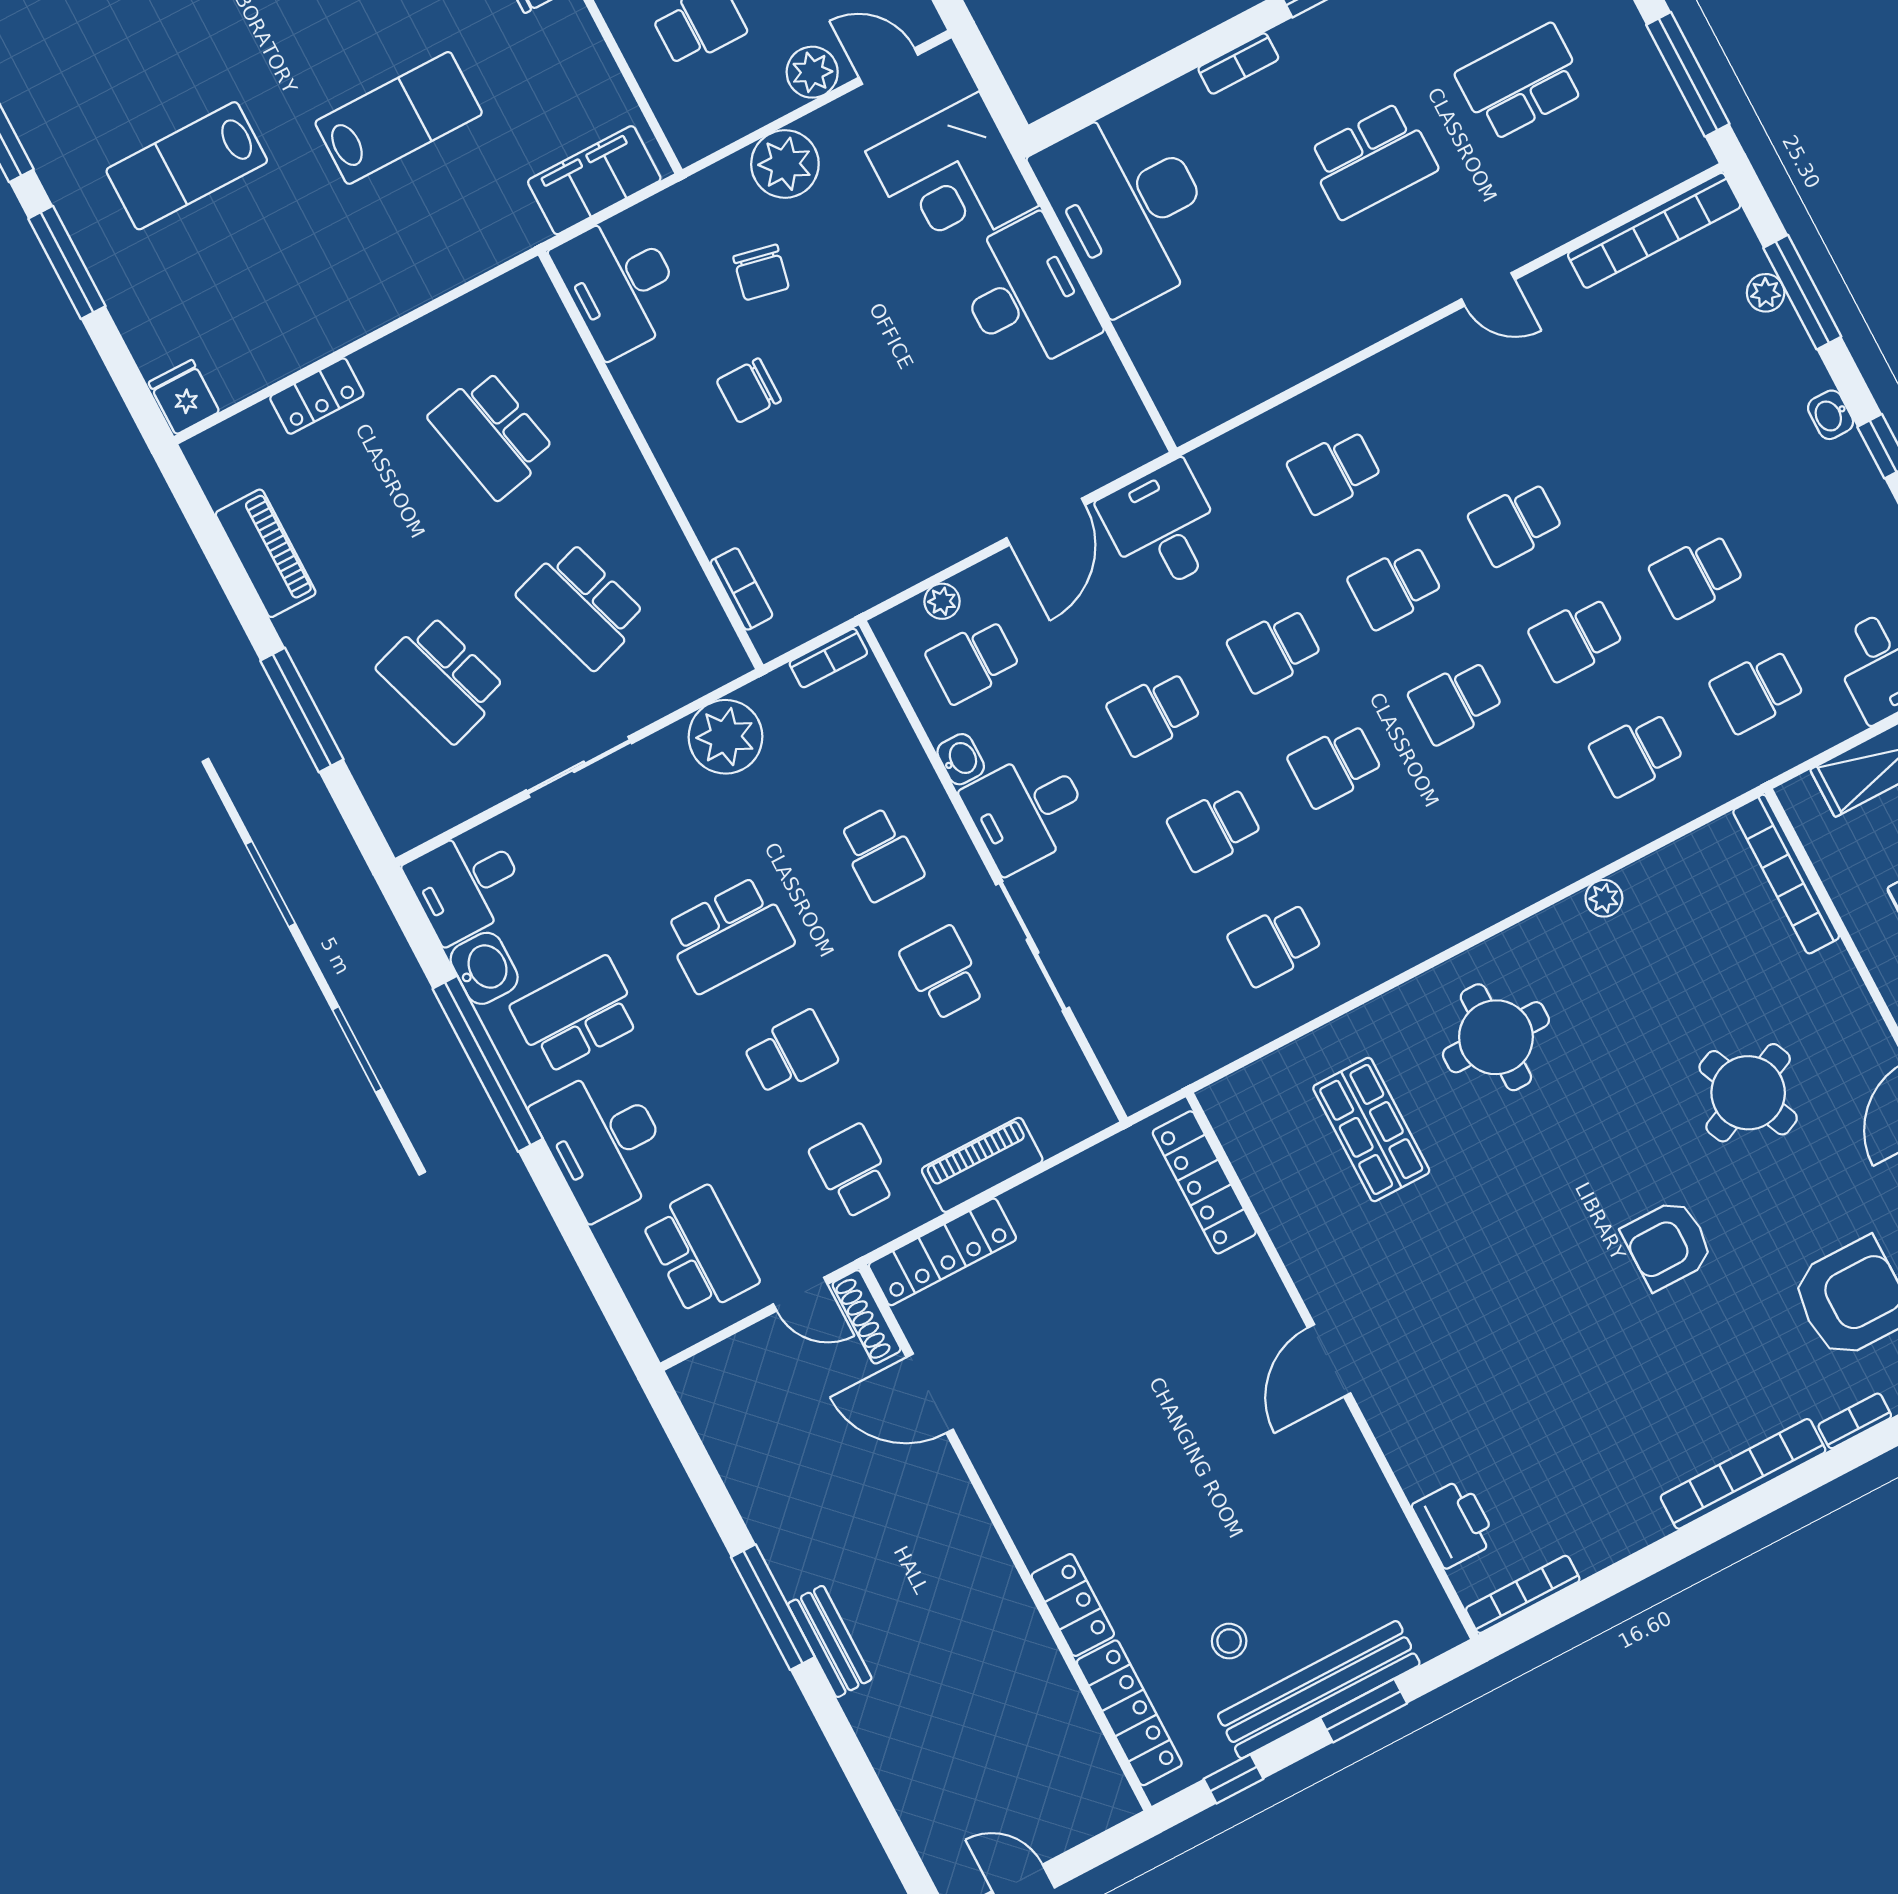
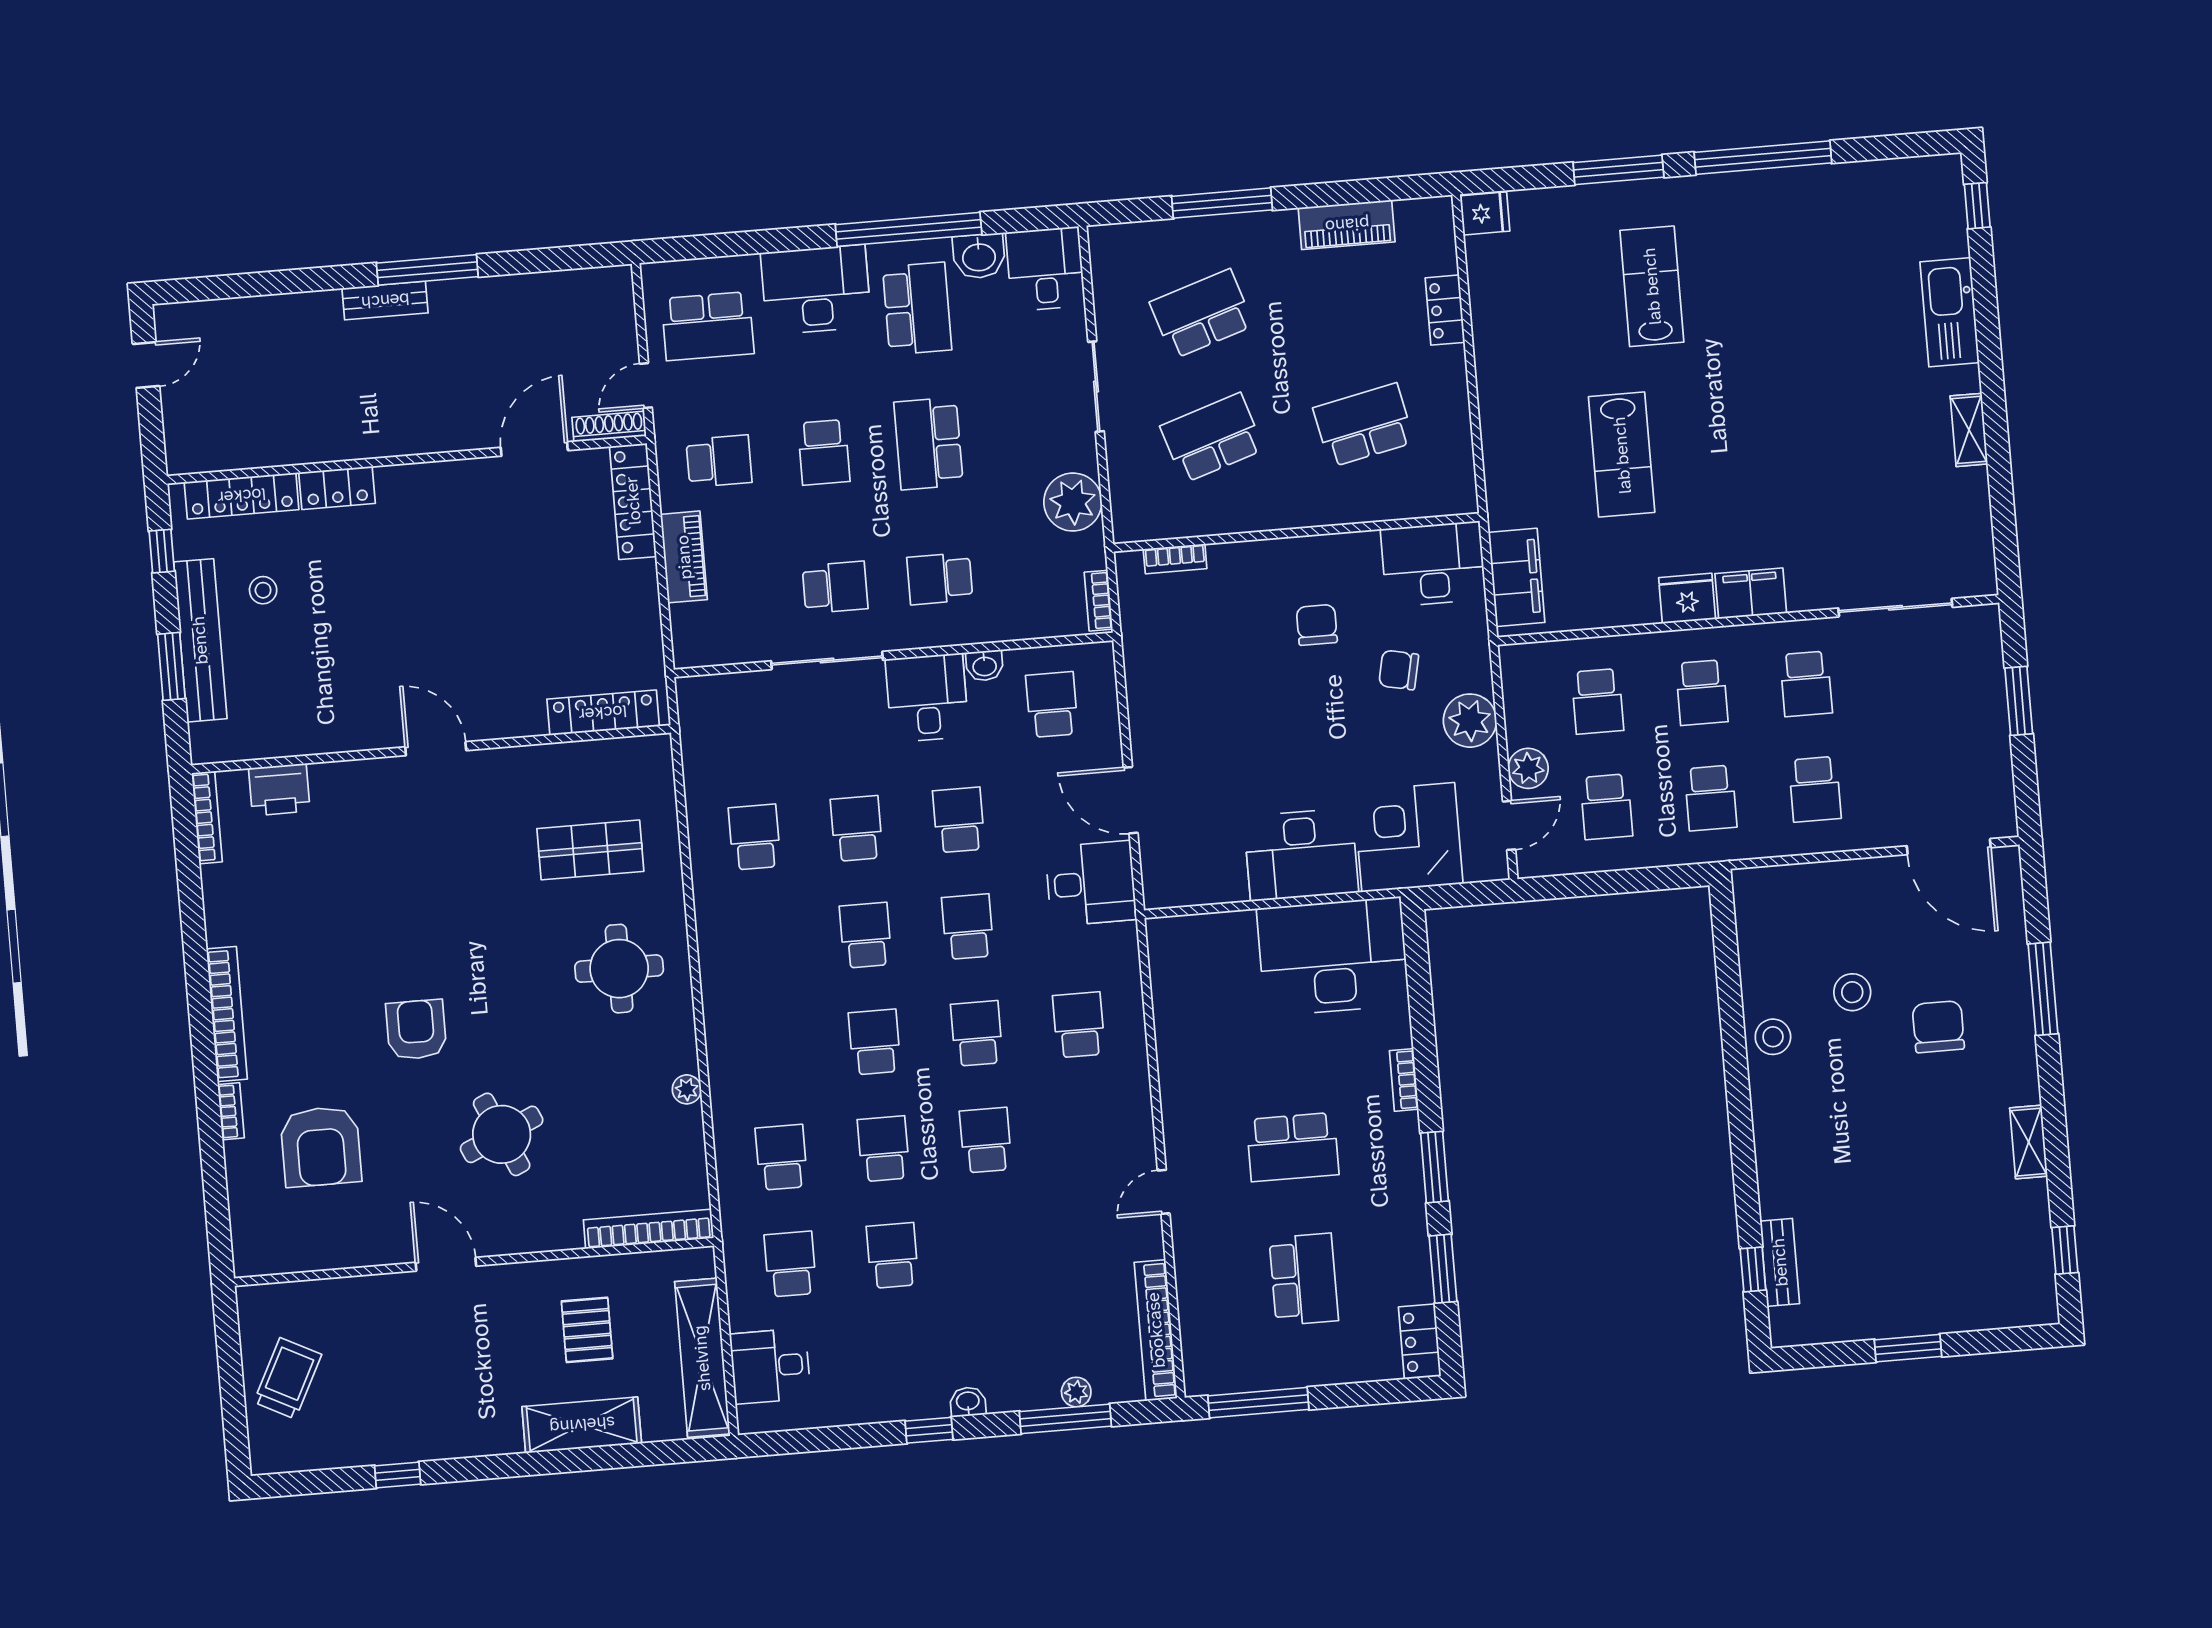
school desk: (1372, 161) -> (1293, 1147), turned -90
plant: (942, 601) -> (1105, 701), removed

